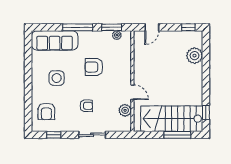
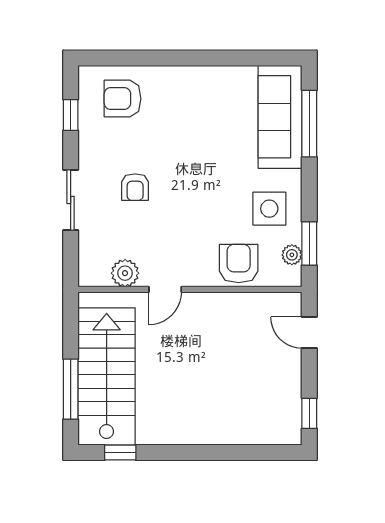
window: (78, 27) -> (309, 124), moved
plant: (195, 56) -> (246, 427), removed
armchair: (94, 67) -> (239, 263), moved
side table: (57, 78) -> (269, 209), moved

